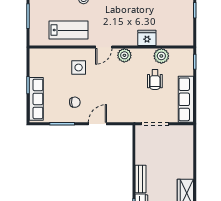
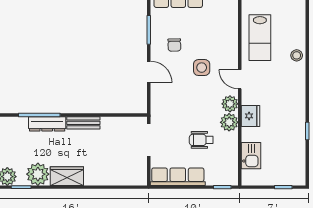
fridge: (147, 38) -> (250, 116), moved
kitchen sink: (168, 38) -> (251, 156), added
plant: (161, 56) -> (229, 122), moved
side table: (79, 68) -> (202, 68), moved

